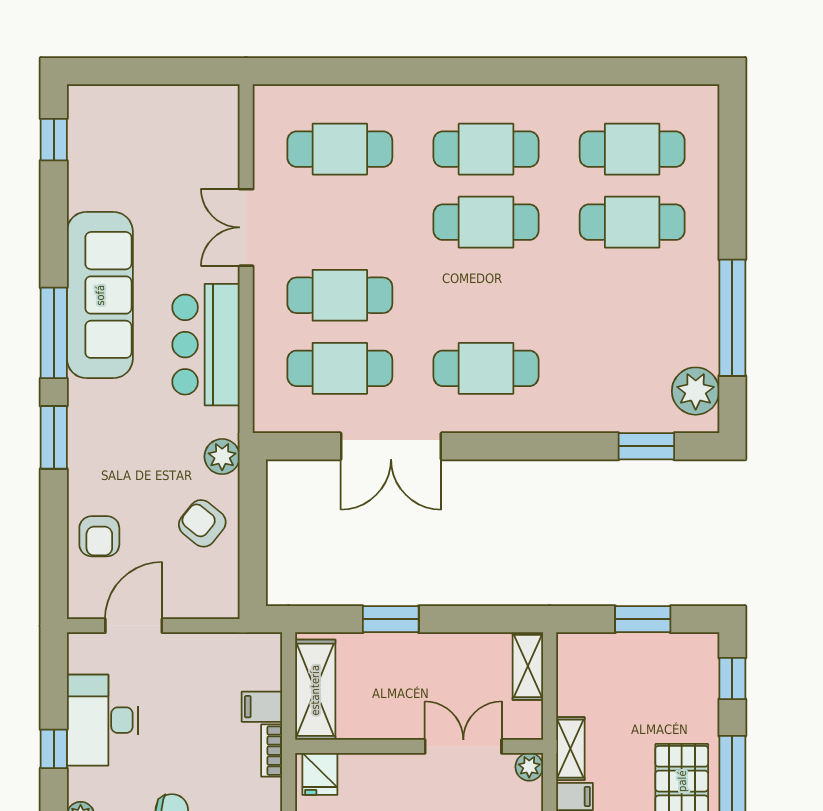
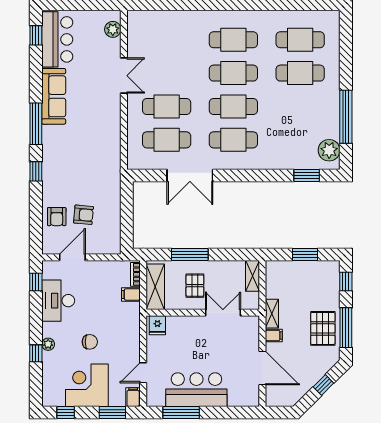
cafe table: (340, 149) -> (233, 106), moved
double door: (246, 227) -> (124, 76), swing flipped
sofa: (100, 295) -> (54, 96), width x0.74, depth x0.79
bar counter: (206, 345) -> (57, 39), moved, turned 180
window: (54, 437) -> (36, 171), width x0.67
plant: (222, 457) -> (113, 29), moved
armchair: (202, 523) -> (84, 215), moved, turned 146
window: (391, 619) -> (190, 254), width x1.44
pallet: (402, 687) -> (195, 286), added
window: (54, 749) -> (36, 282), moved
bookcase: (272, 751) -> (135, 274), moved
plant: (529, 767) -> (253, 322), removed

